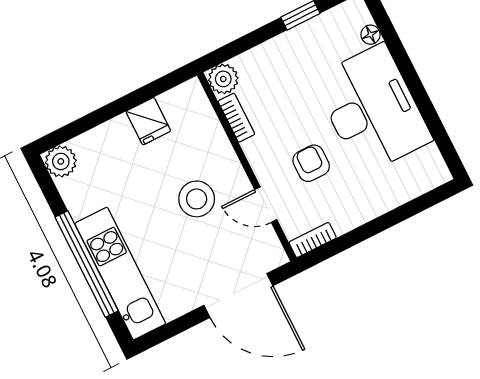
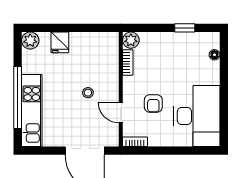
desk: (372, 109) -> (197, 116), moved
fridge: (148, 121) -> (60, 42), moved
armchair: (311, 163) -> (153, 103), turned 180
stool: (197, 199) -> (88, 93), width x0.53, depth x0.53

